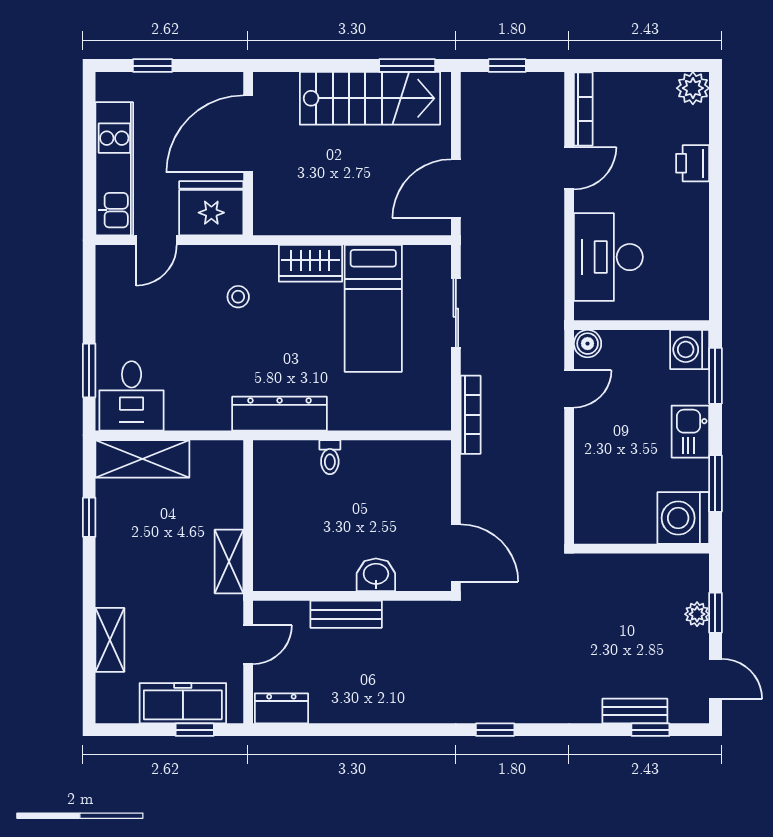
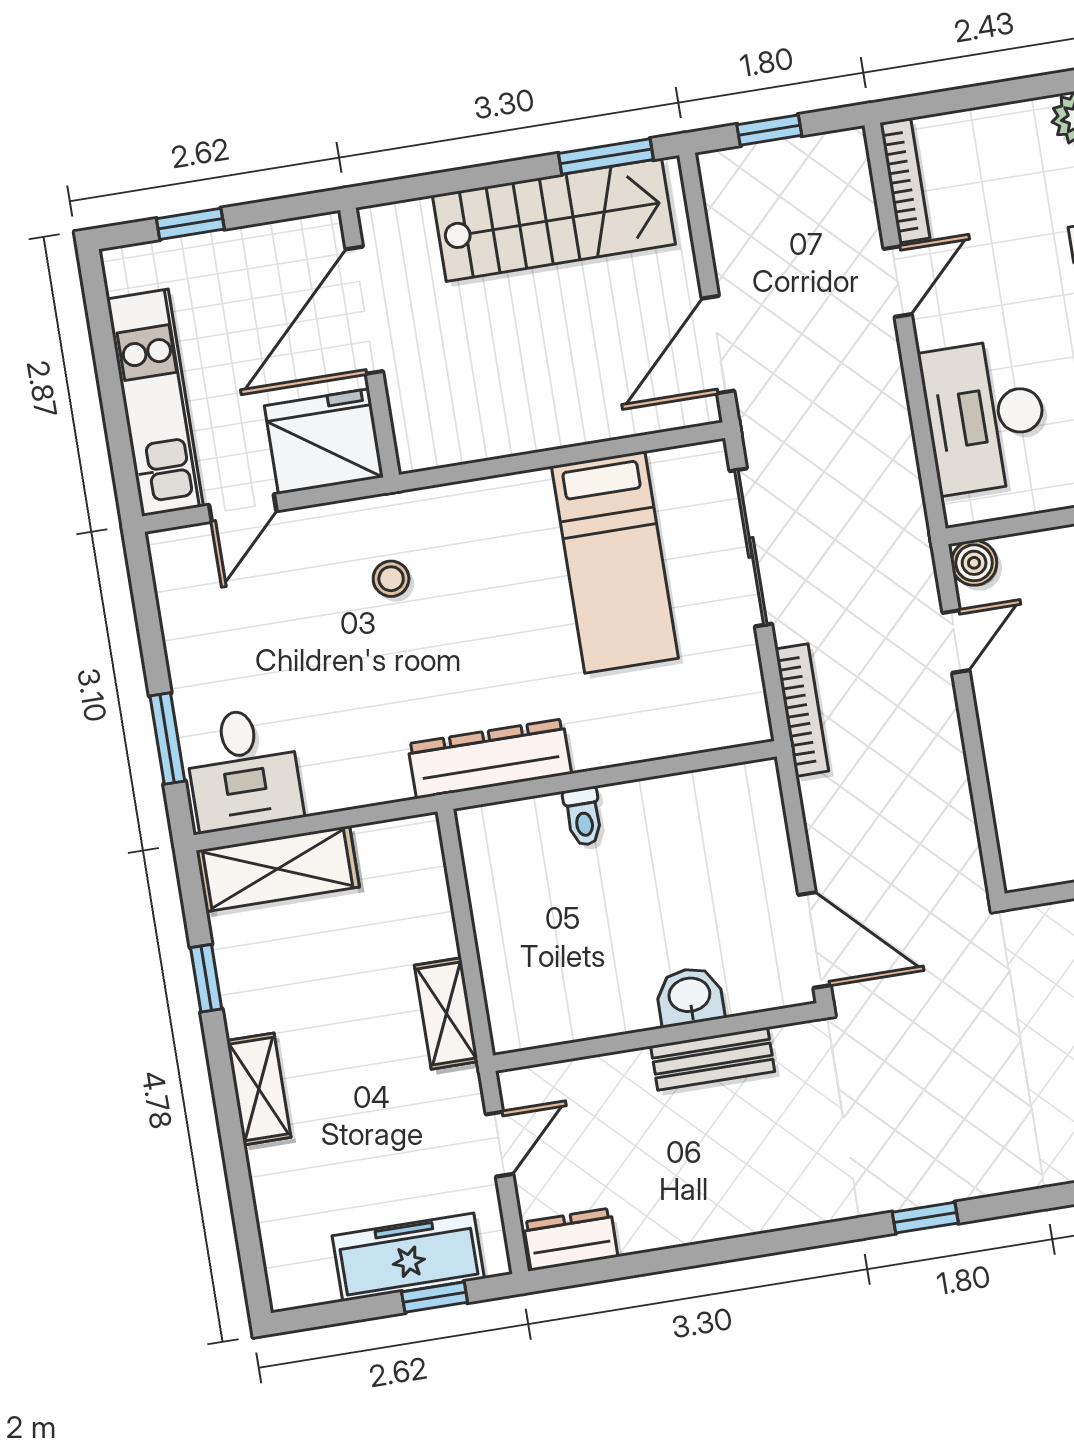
wardrobe: (310, 263) -> (500, 505), removed
sliding door: (456, 313) -> (751, 547), width x1.37
bench: (346, 614) -> (713, 1059), moved
shelving: (110, 640) -> (259, 1089), moved

